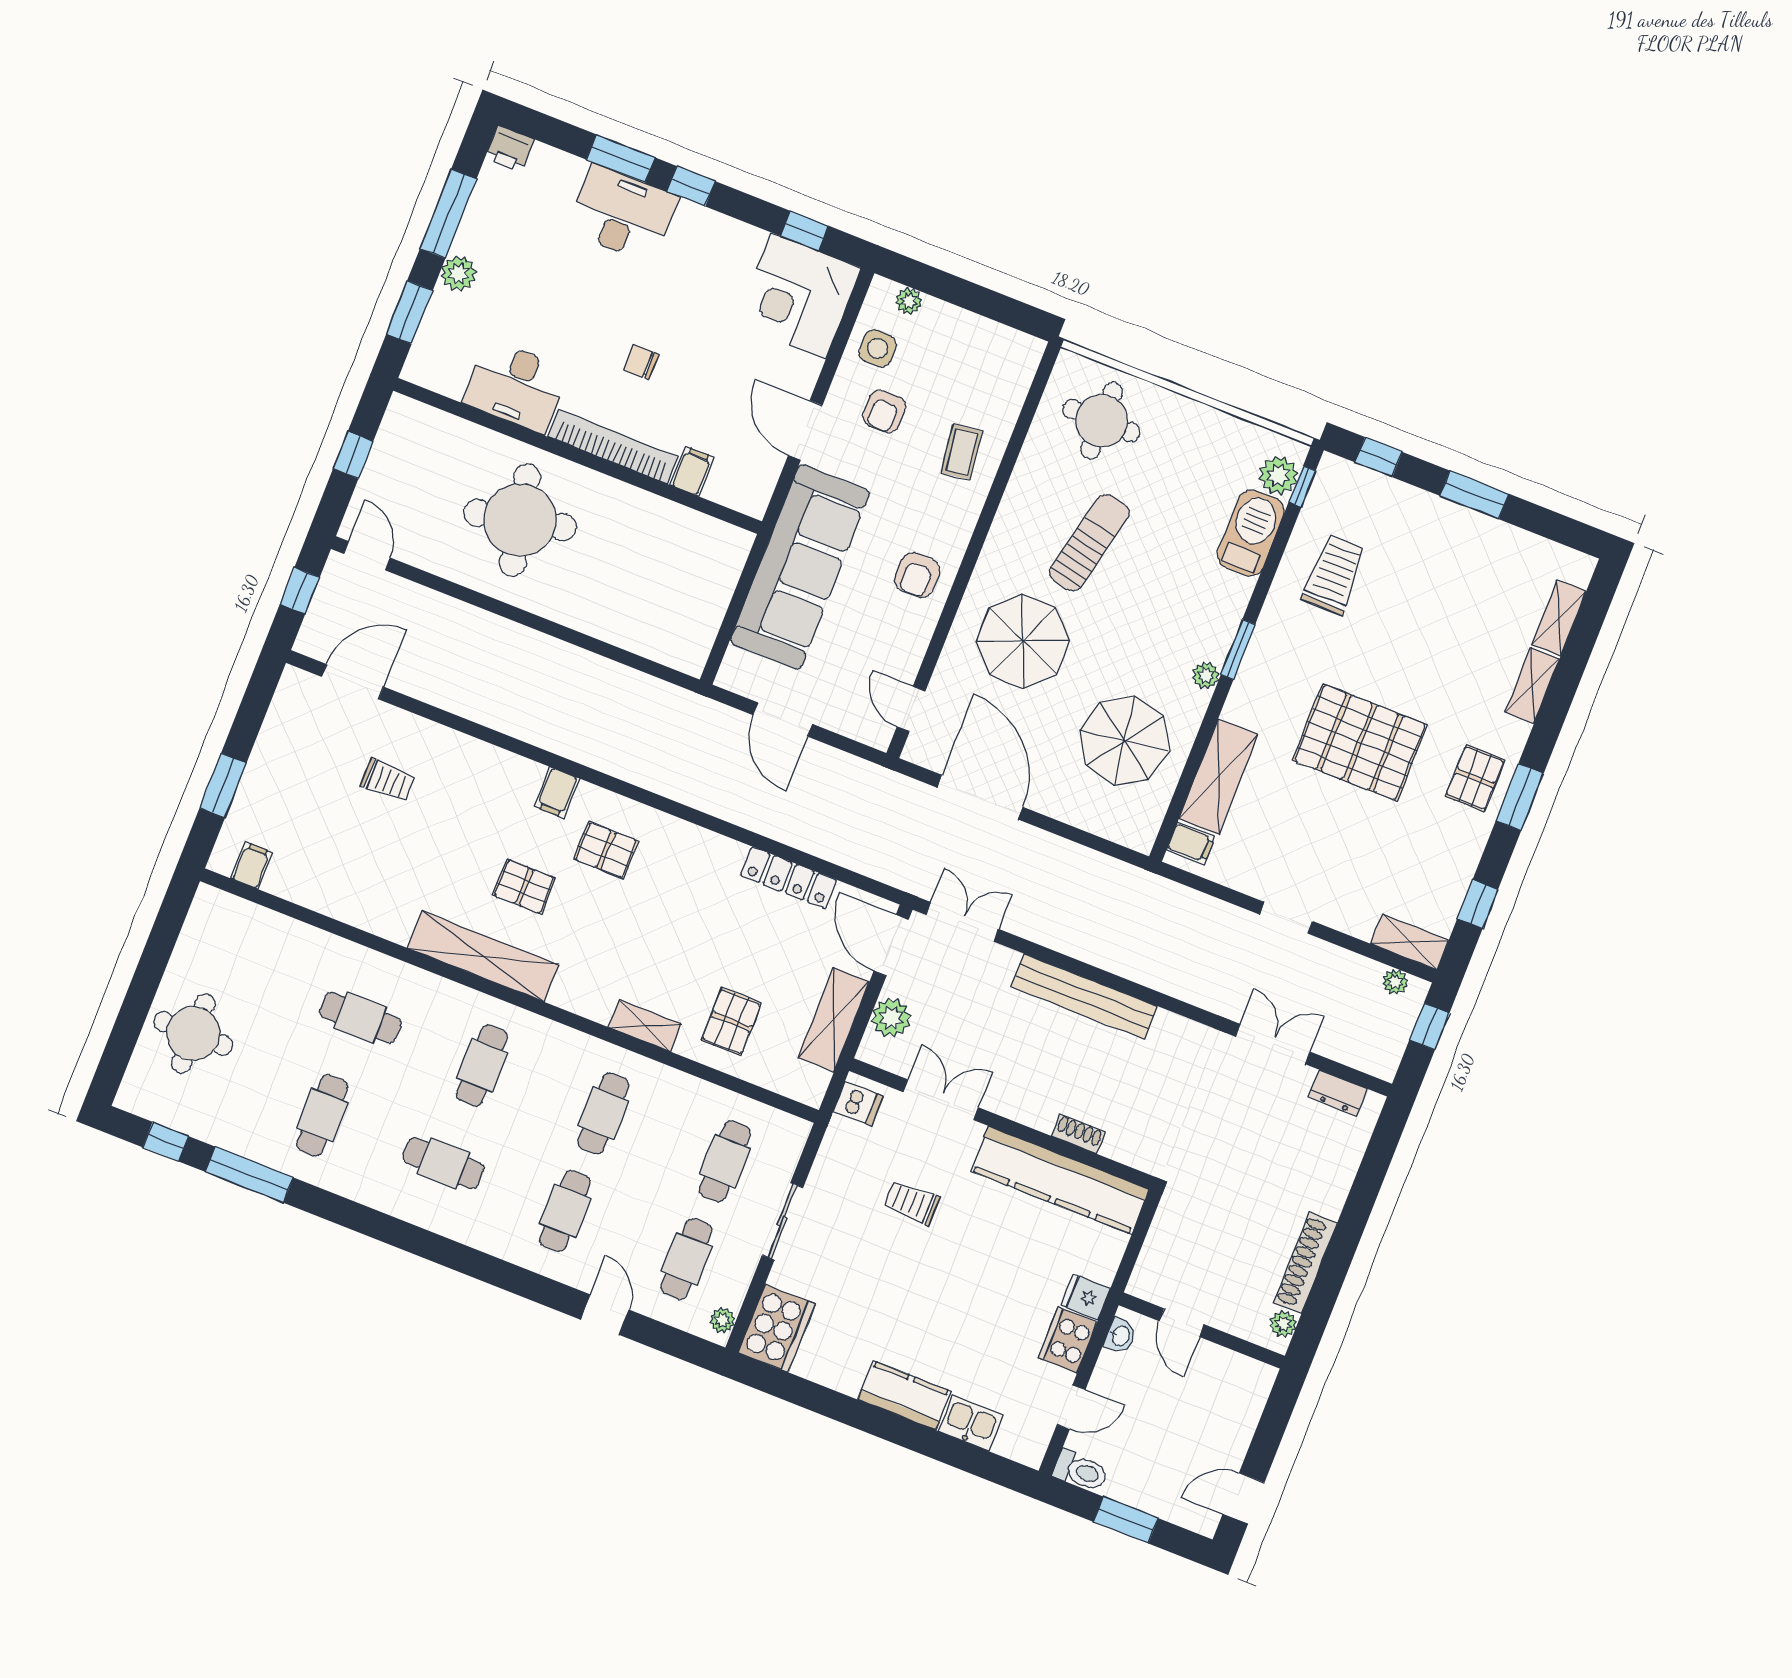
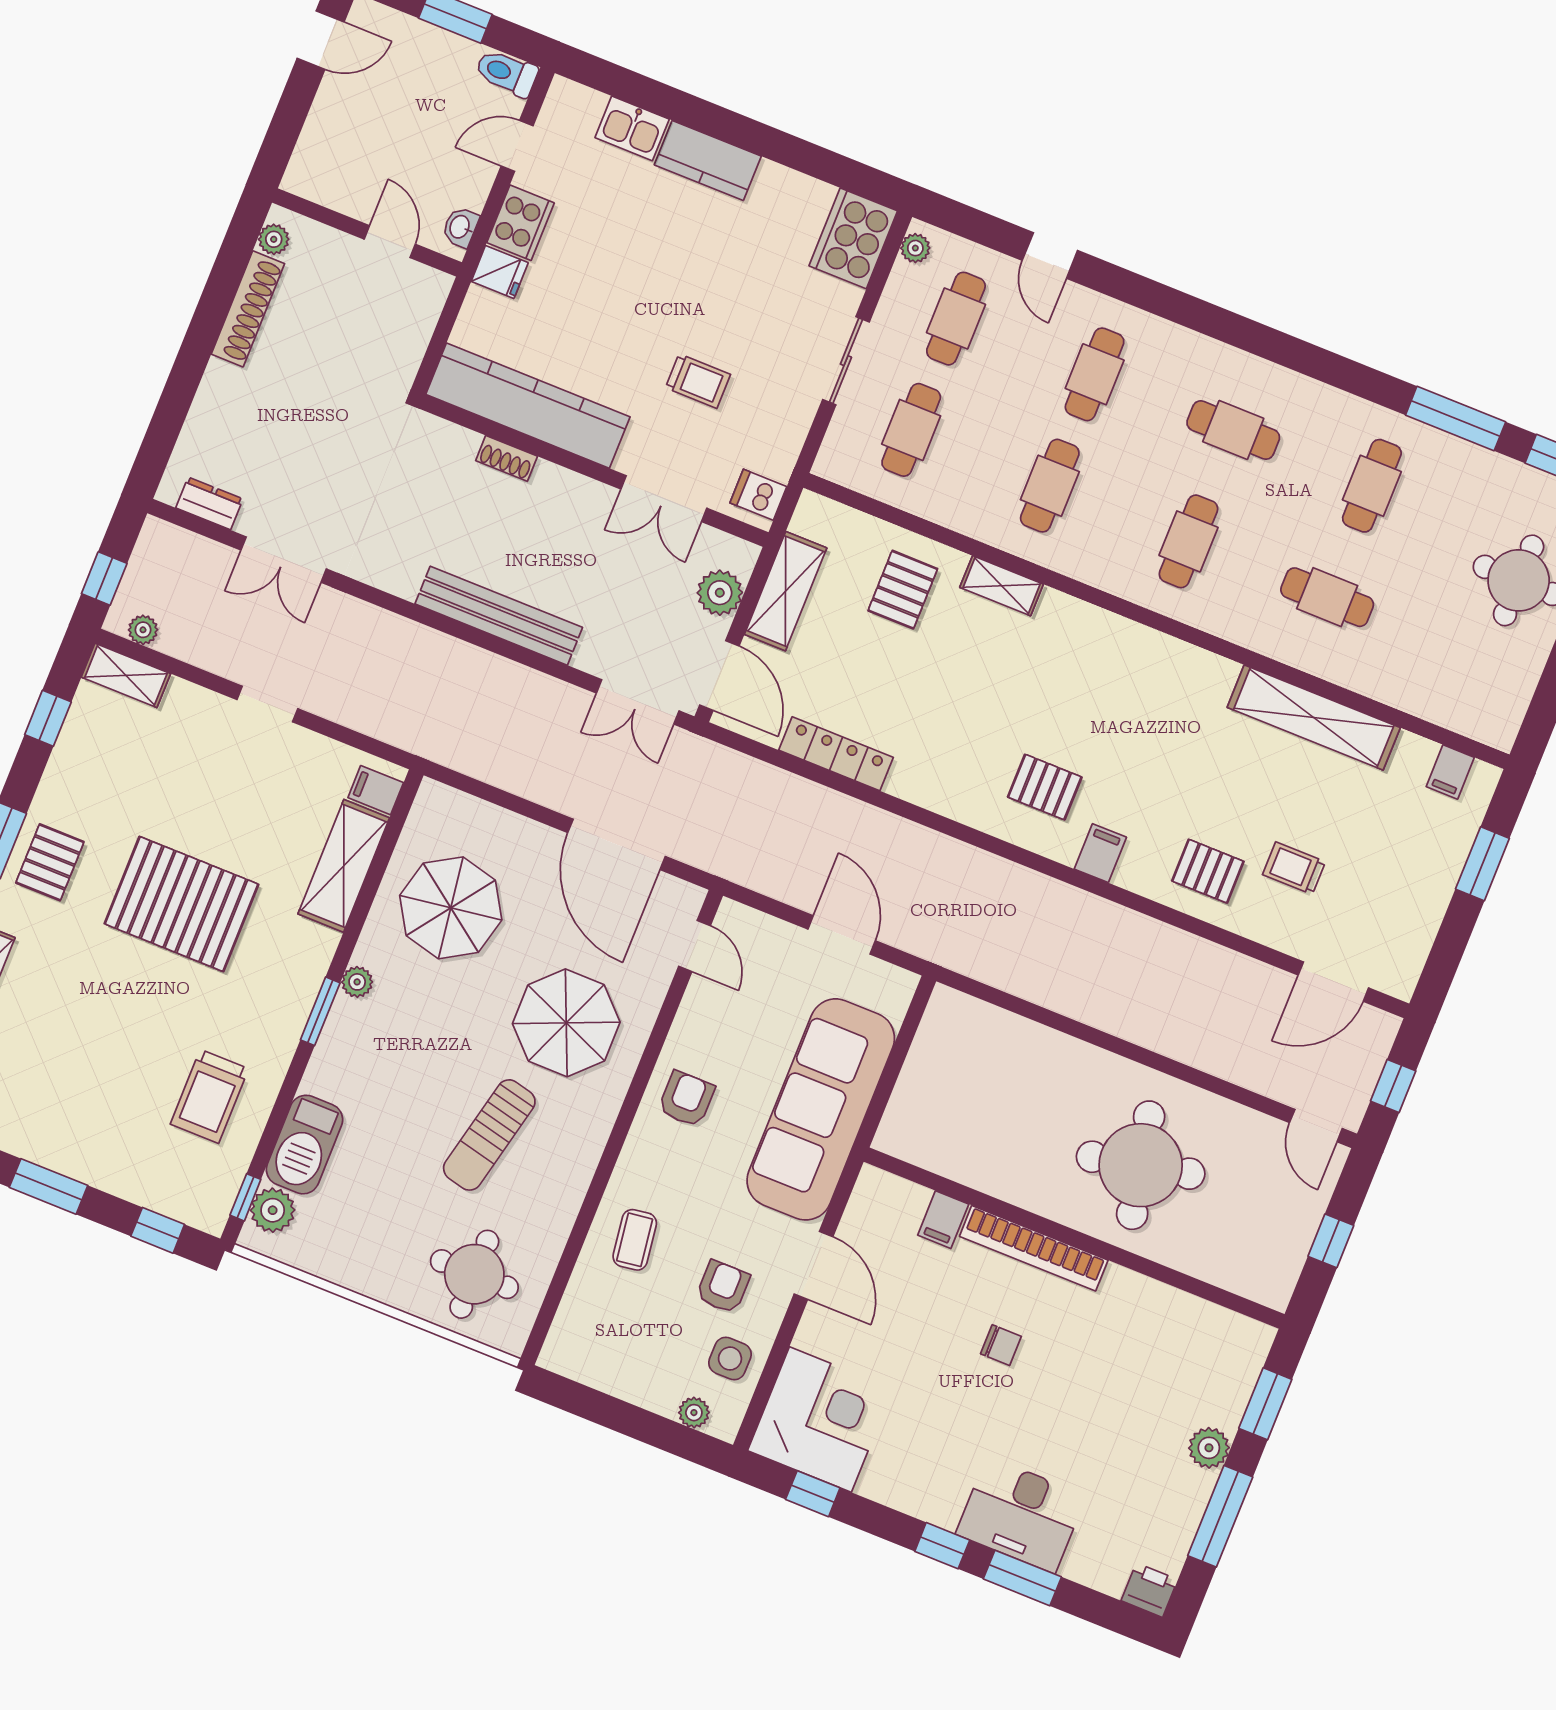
desk: (516, 386) -> (1144, 1318), removed
pallet: (524, 887) -> (1208, 871), moved
shelving: (483, 956) -> (1314, 717), moved

